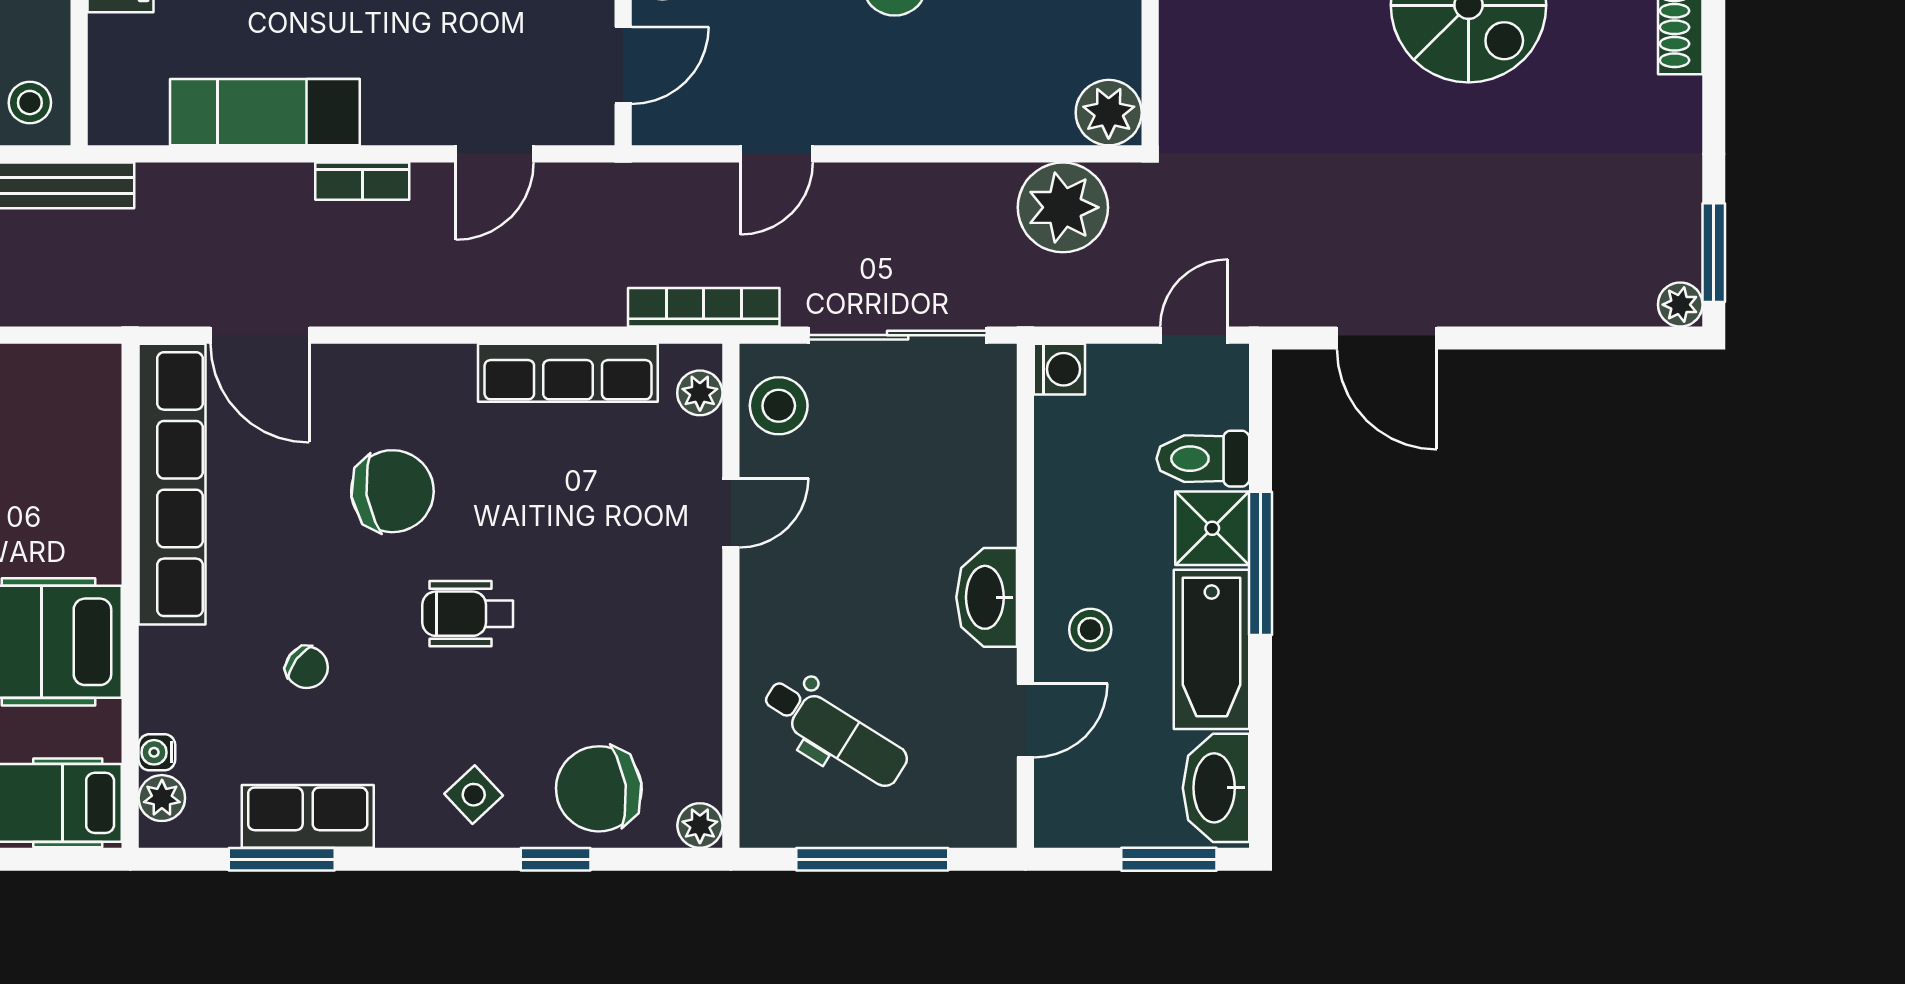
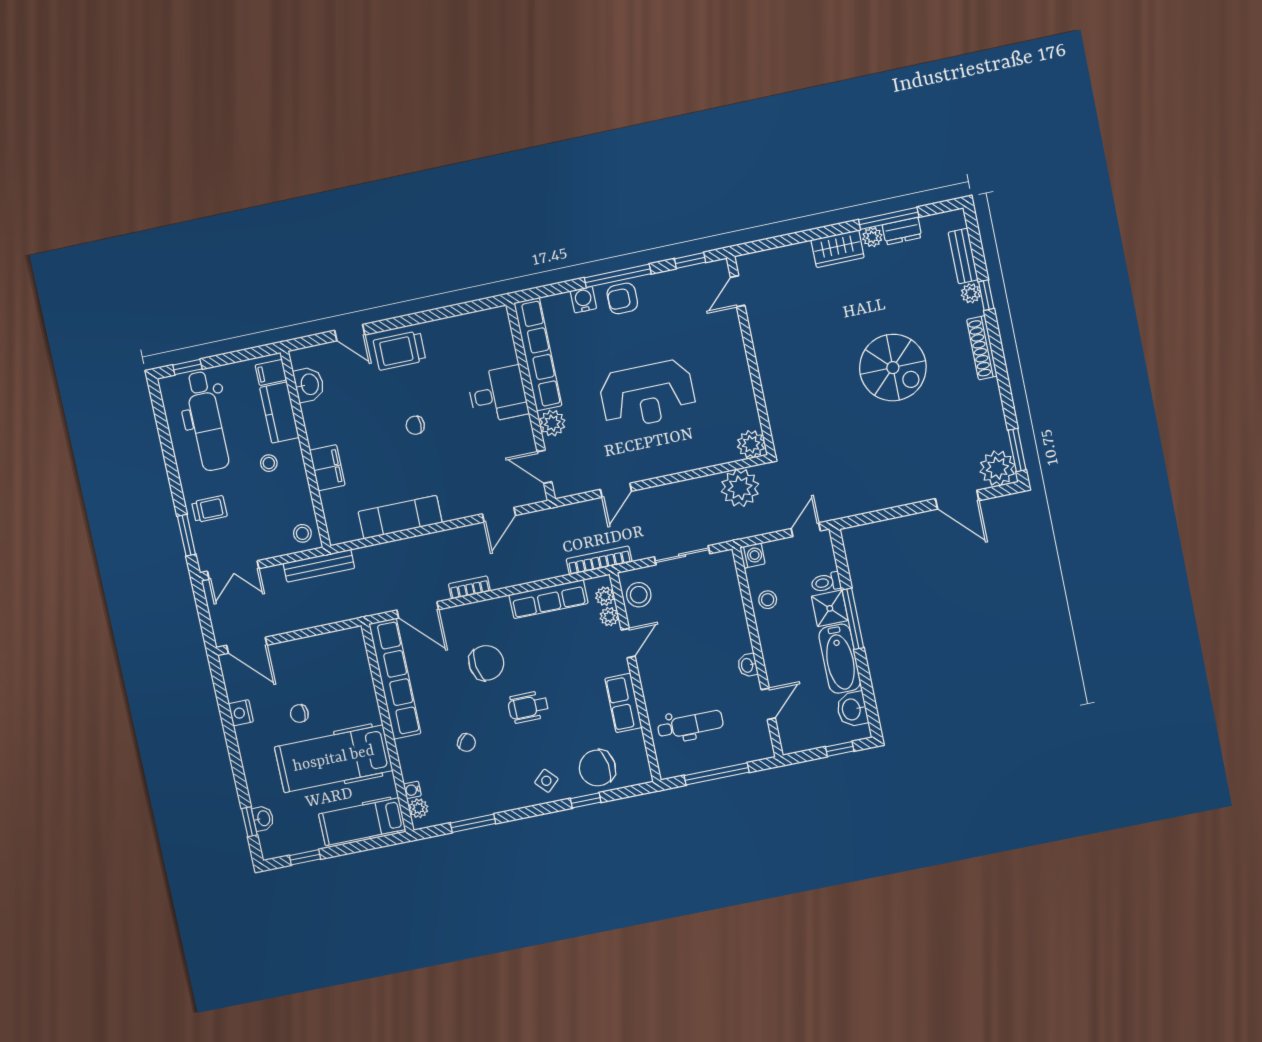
door: (623, 65) -> (544, 467), swing flipped
bookcase: (362, 181) -> (469, 587), moved, turned 180
plant: (1680, 305) -> (997, 468), width x1.87, depth x1.87
sliding door: (898, 335) -> (682, 555), width x0.73
door: (1387, 338) -> (957, 500), moved
toilet: (1203, 459) -> (826, 582), width x0.73, depth x0.72
washbasin: (987, 597) -> (748, 665), width x0.52, depth x0.69
stool: (1090, 630) -> (768, 600), moved
dental chair: (835, 732) -> (690, 725), turned -32
washbasin: (1216, 788) -> (852, 709), width x0.72
row of seats: (308, 816) -> (623, 703), moved, turned -90
plant: (700, 826) -> (609, 617), moved
window: (1169, 859) -> (840, 749), width x0.67

